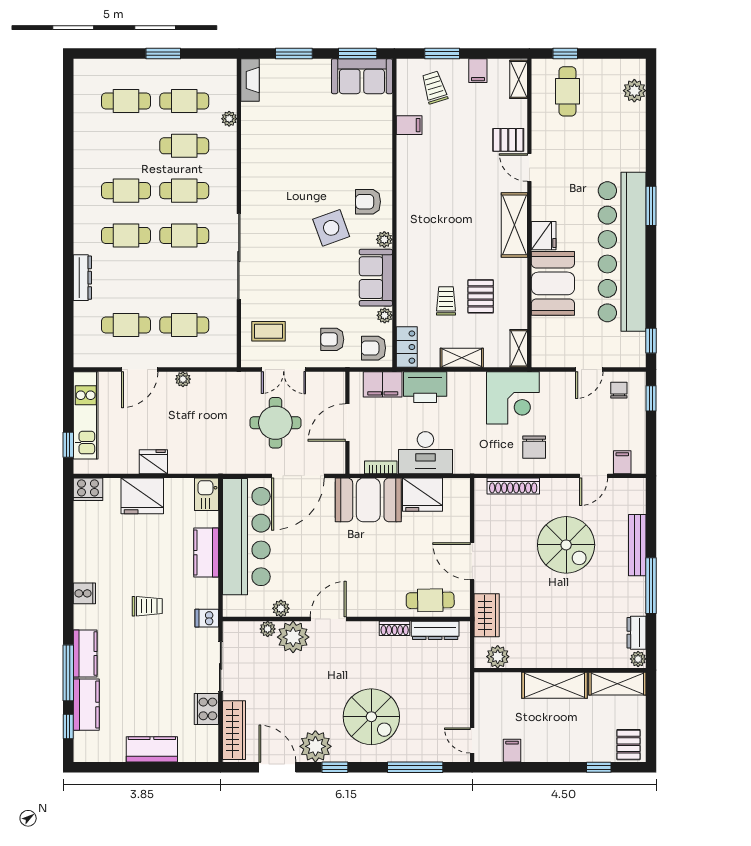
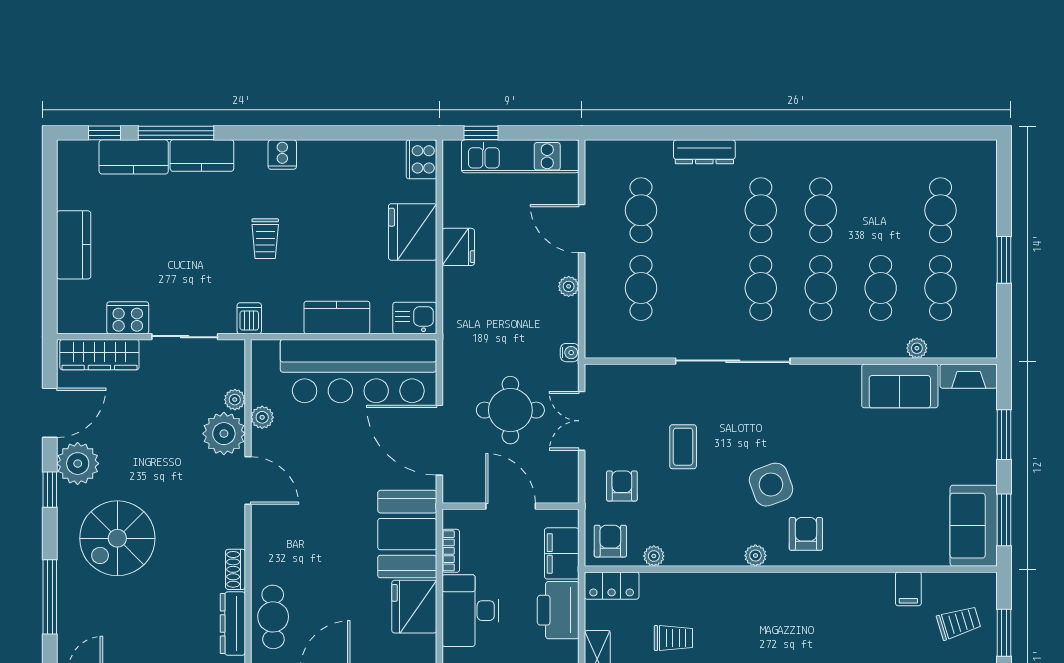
sofa: (376, 278) -> (900, 386), moved, turned 180
coffee table: (269, 331) -> (683, 447), moved
water cooler: (232, 378) -> (570, 353), added

